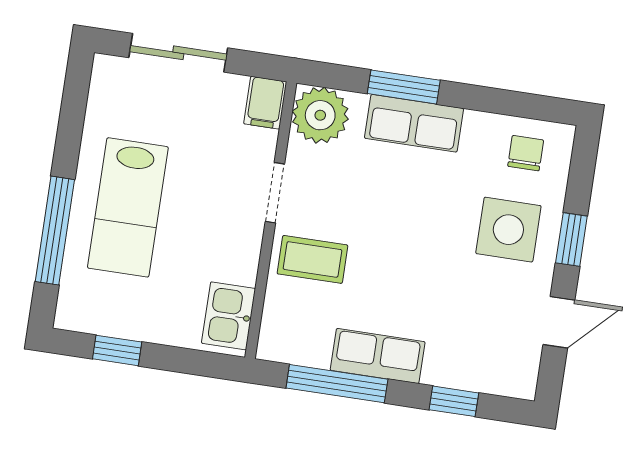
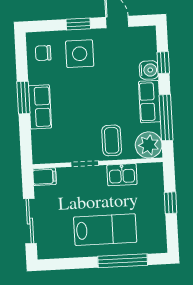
window: (404, 87) -> (23, 98), moved
plant: (320, 115) -> (149, 145), moved
kitchen sink: (229, 316) -> (122, 175), moved
window: (117, 350) -> (171, 203), moved
water cooler: (444, 368) -> (149, 70), added

